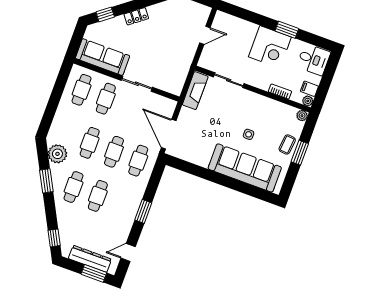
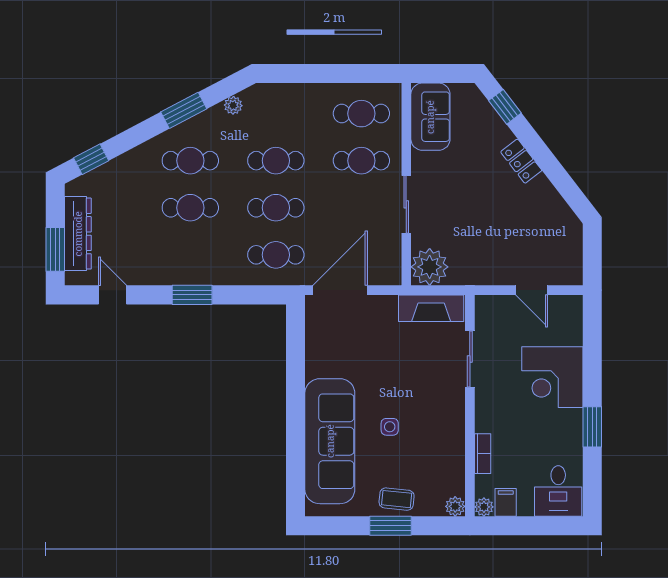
corner desk: (270, 47) -> (552, 377), moved
sofa: (102, 57) -> (430, 117), width x0.73
plant: (174, 84) -> (430, 267), added
plant: (57, 154) -> (233, 105), width x0.53, depth x0.53

